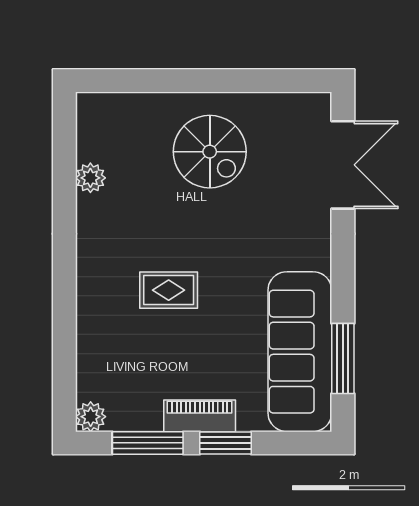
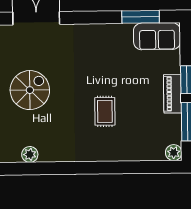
plant: (90, 178) -> (30, 154), moved
sofa: (300, 352) -> (157, 36), width x0.54, depth x0.79

